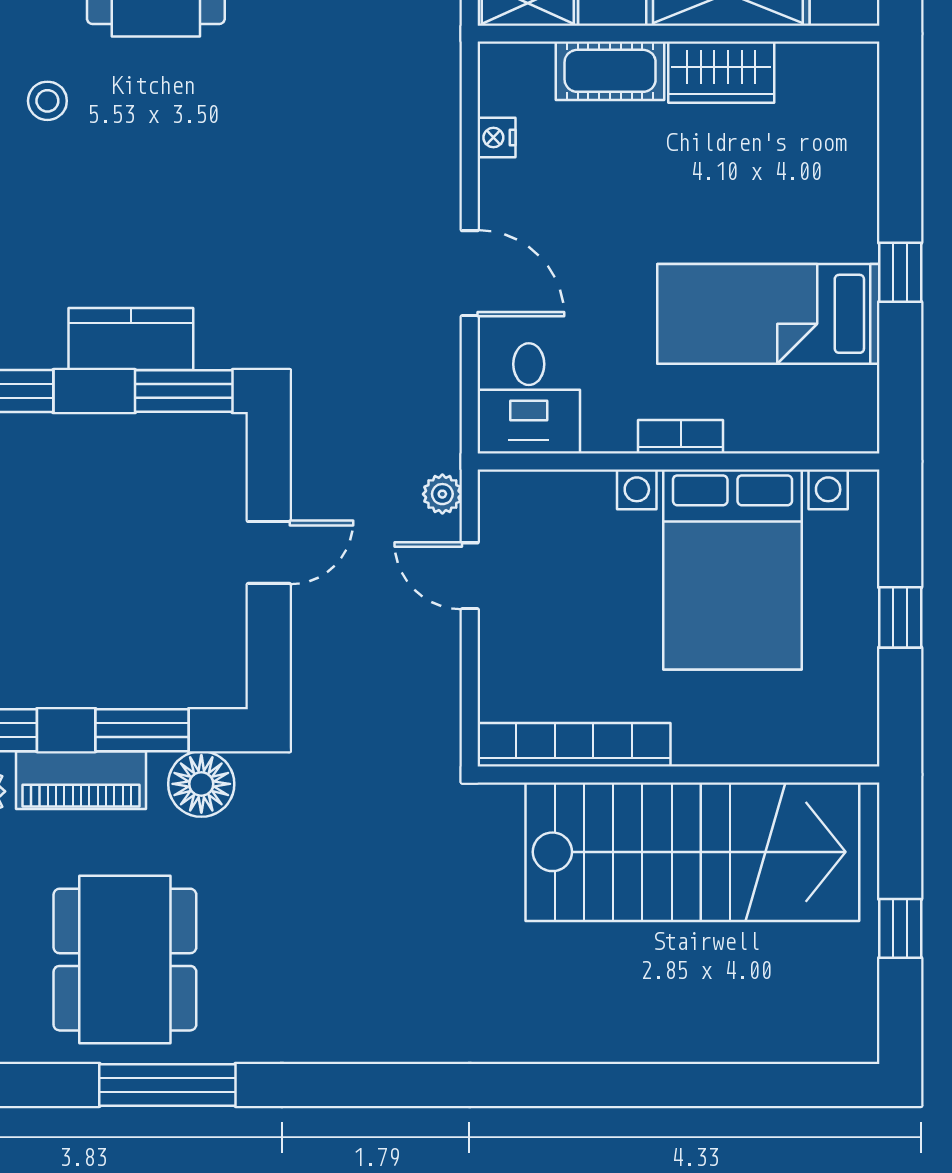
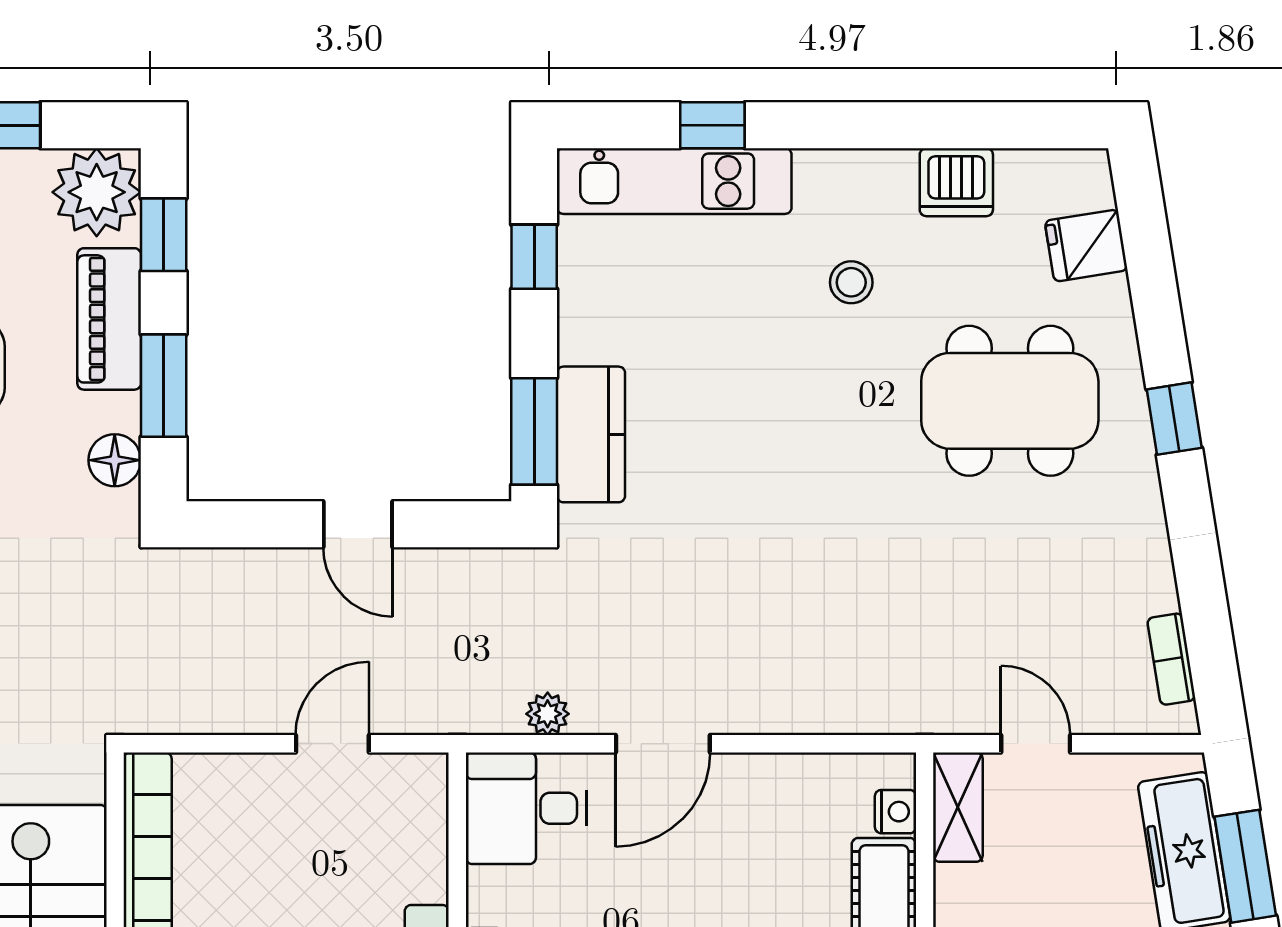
nightstand: (496, 138) -> (896, 812), moved, turned 90
kitchen counter: (131, 339) -> (591, 434), moved
plant: (442, 494) -> (548, 714), moved
floor lamp: (201, 784) -> (115, 460), width x0.73, depth x0.73

